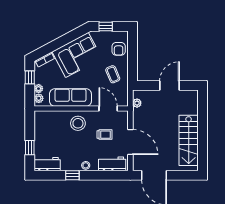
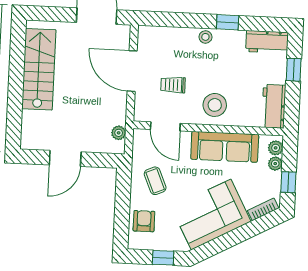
workbench: (112, 164) -> (274, 106), moved, turned 90

